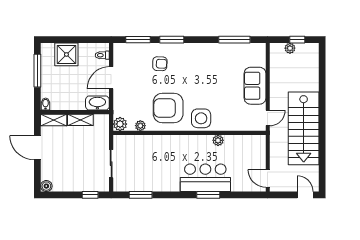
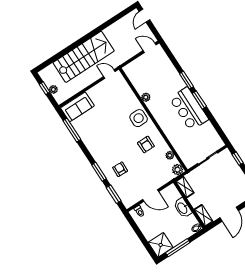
shower: (66, 54) -> (161, 245), moved
sofa: (255, 86) -> (77, 107), moved
washbasin: (97, 103) -> (183, 208), moved
armchair: (168, 108) -> (146, 145), width x0.53, depth x0.53
shelving: (80, 120) -> (185, 187), moved
stairs: (304, 128) -> (84, 57), moved
bar counter: (205, 178) -> (189, 109), moved
door: (268, 178) -> (150, 48), swing flipped
window: (141, 195) -> (199, 100), moved

